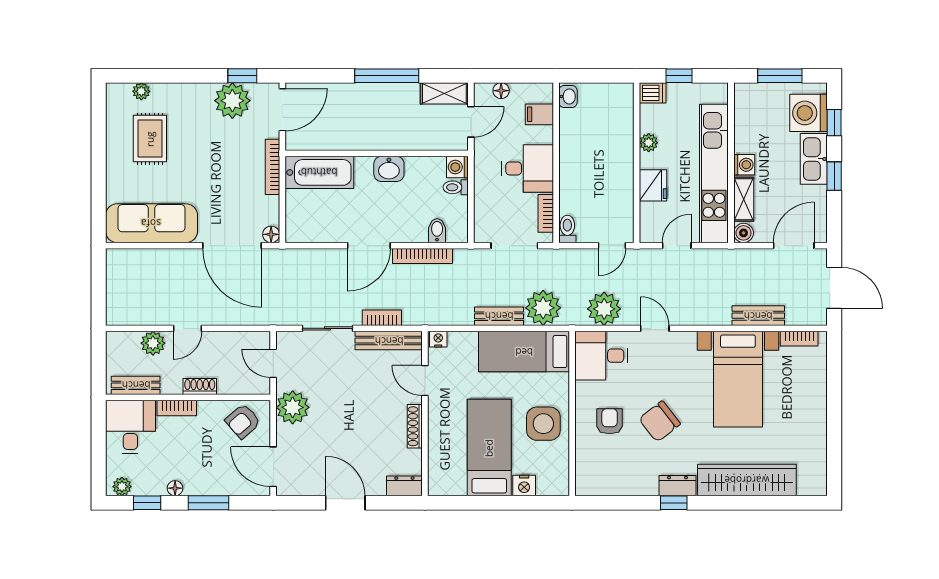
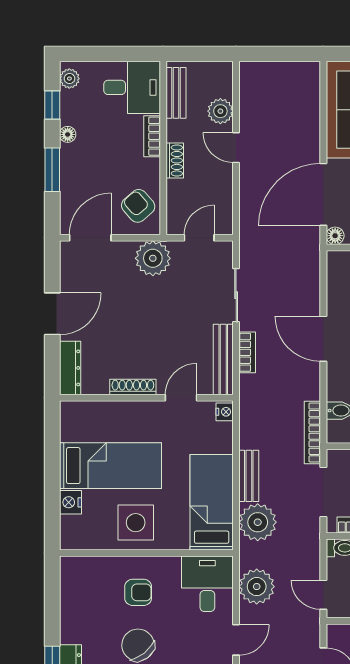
bookcase: (422, 256) -> (312, 432), moved
dresser: (404, 486) -> (70, 368), width x1.44

